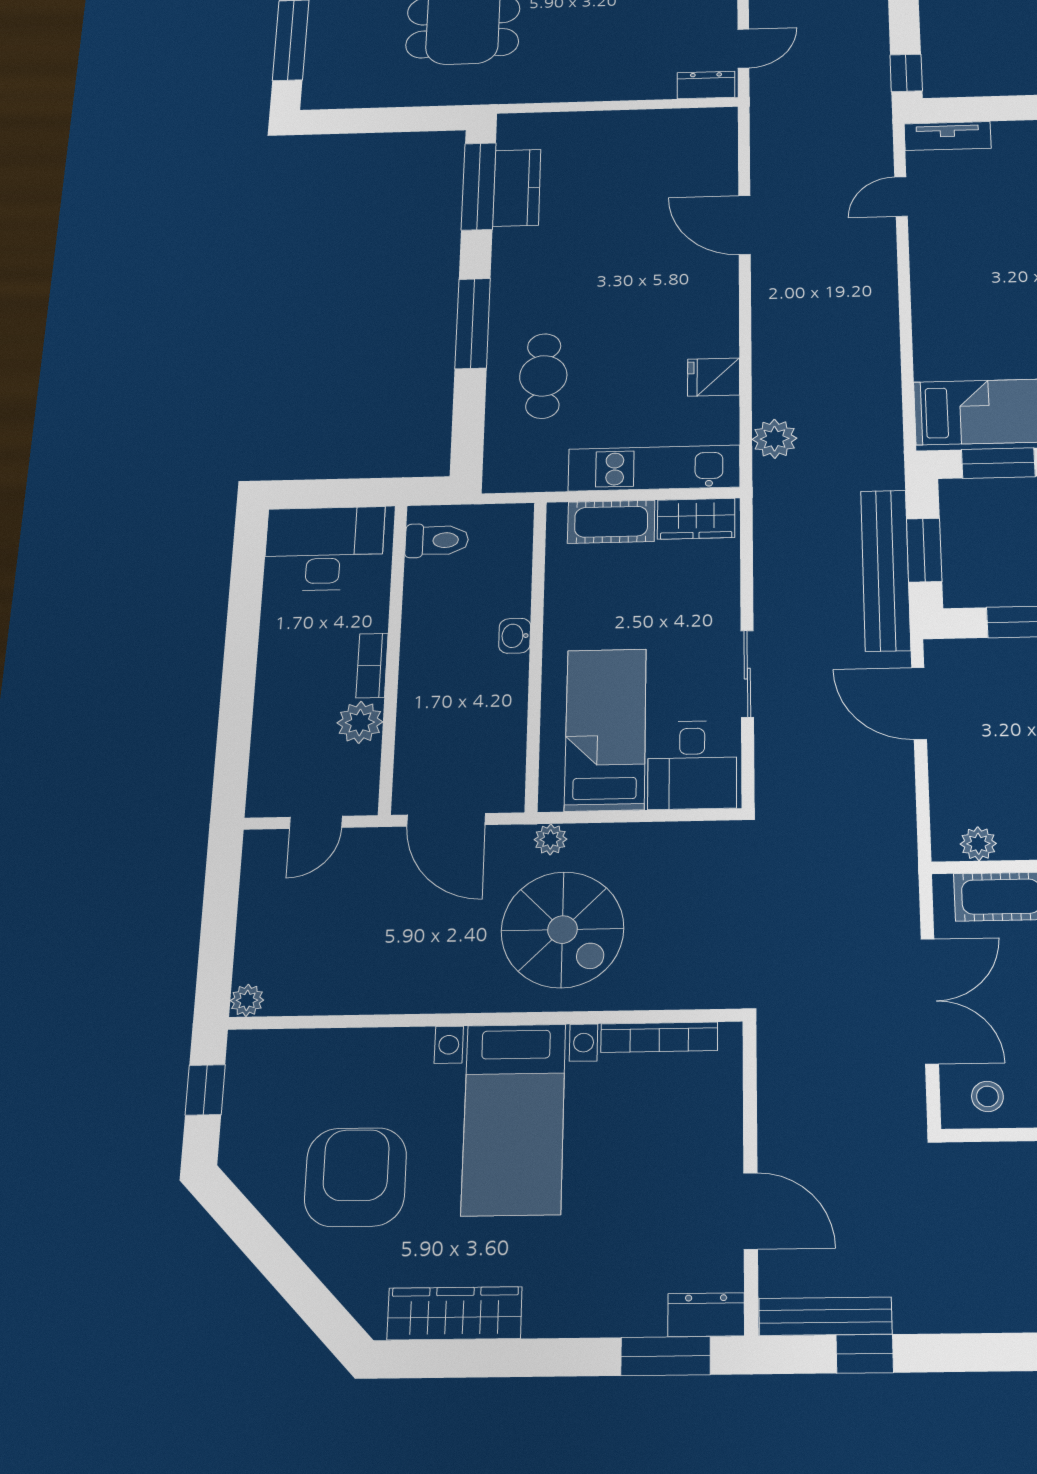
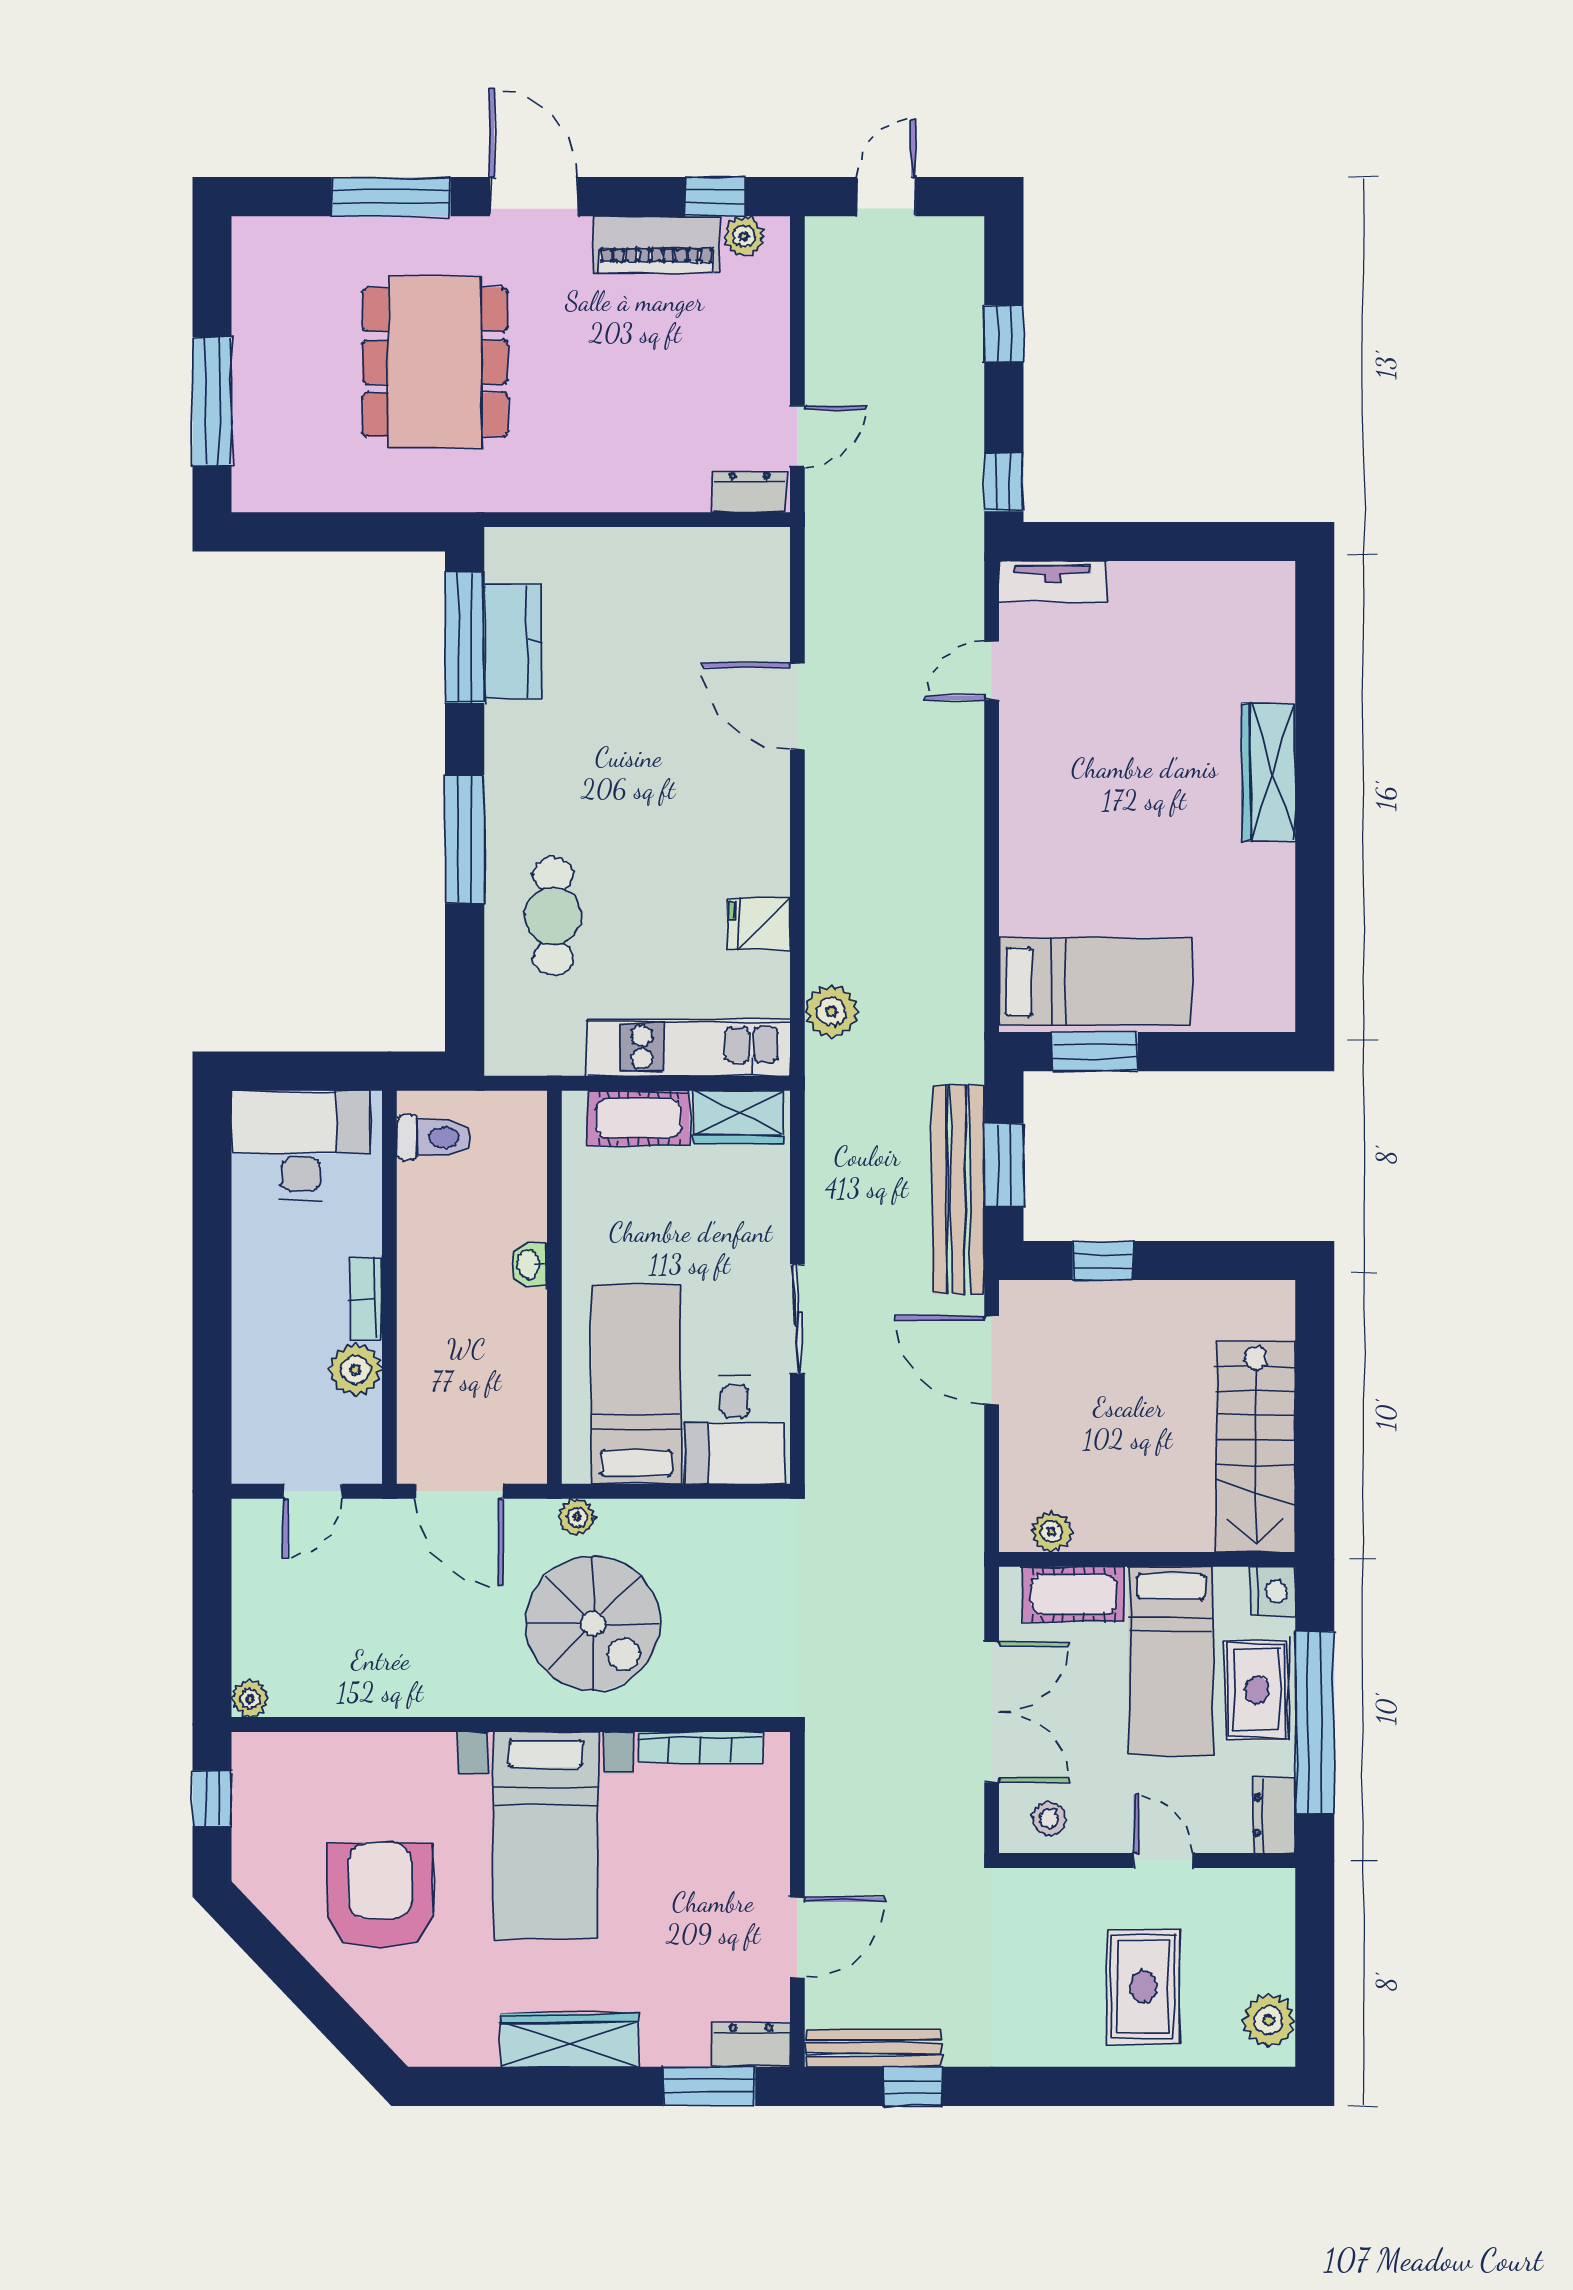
door: (751, 1211) -> (797, 1938), hinge flipped
wardrobe: (455, 1313) -> (570, 2040), moved

